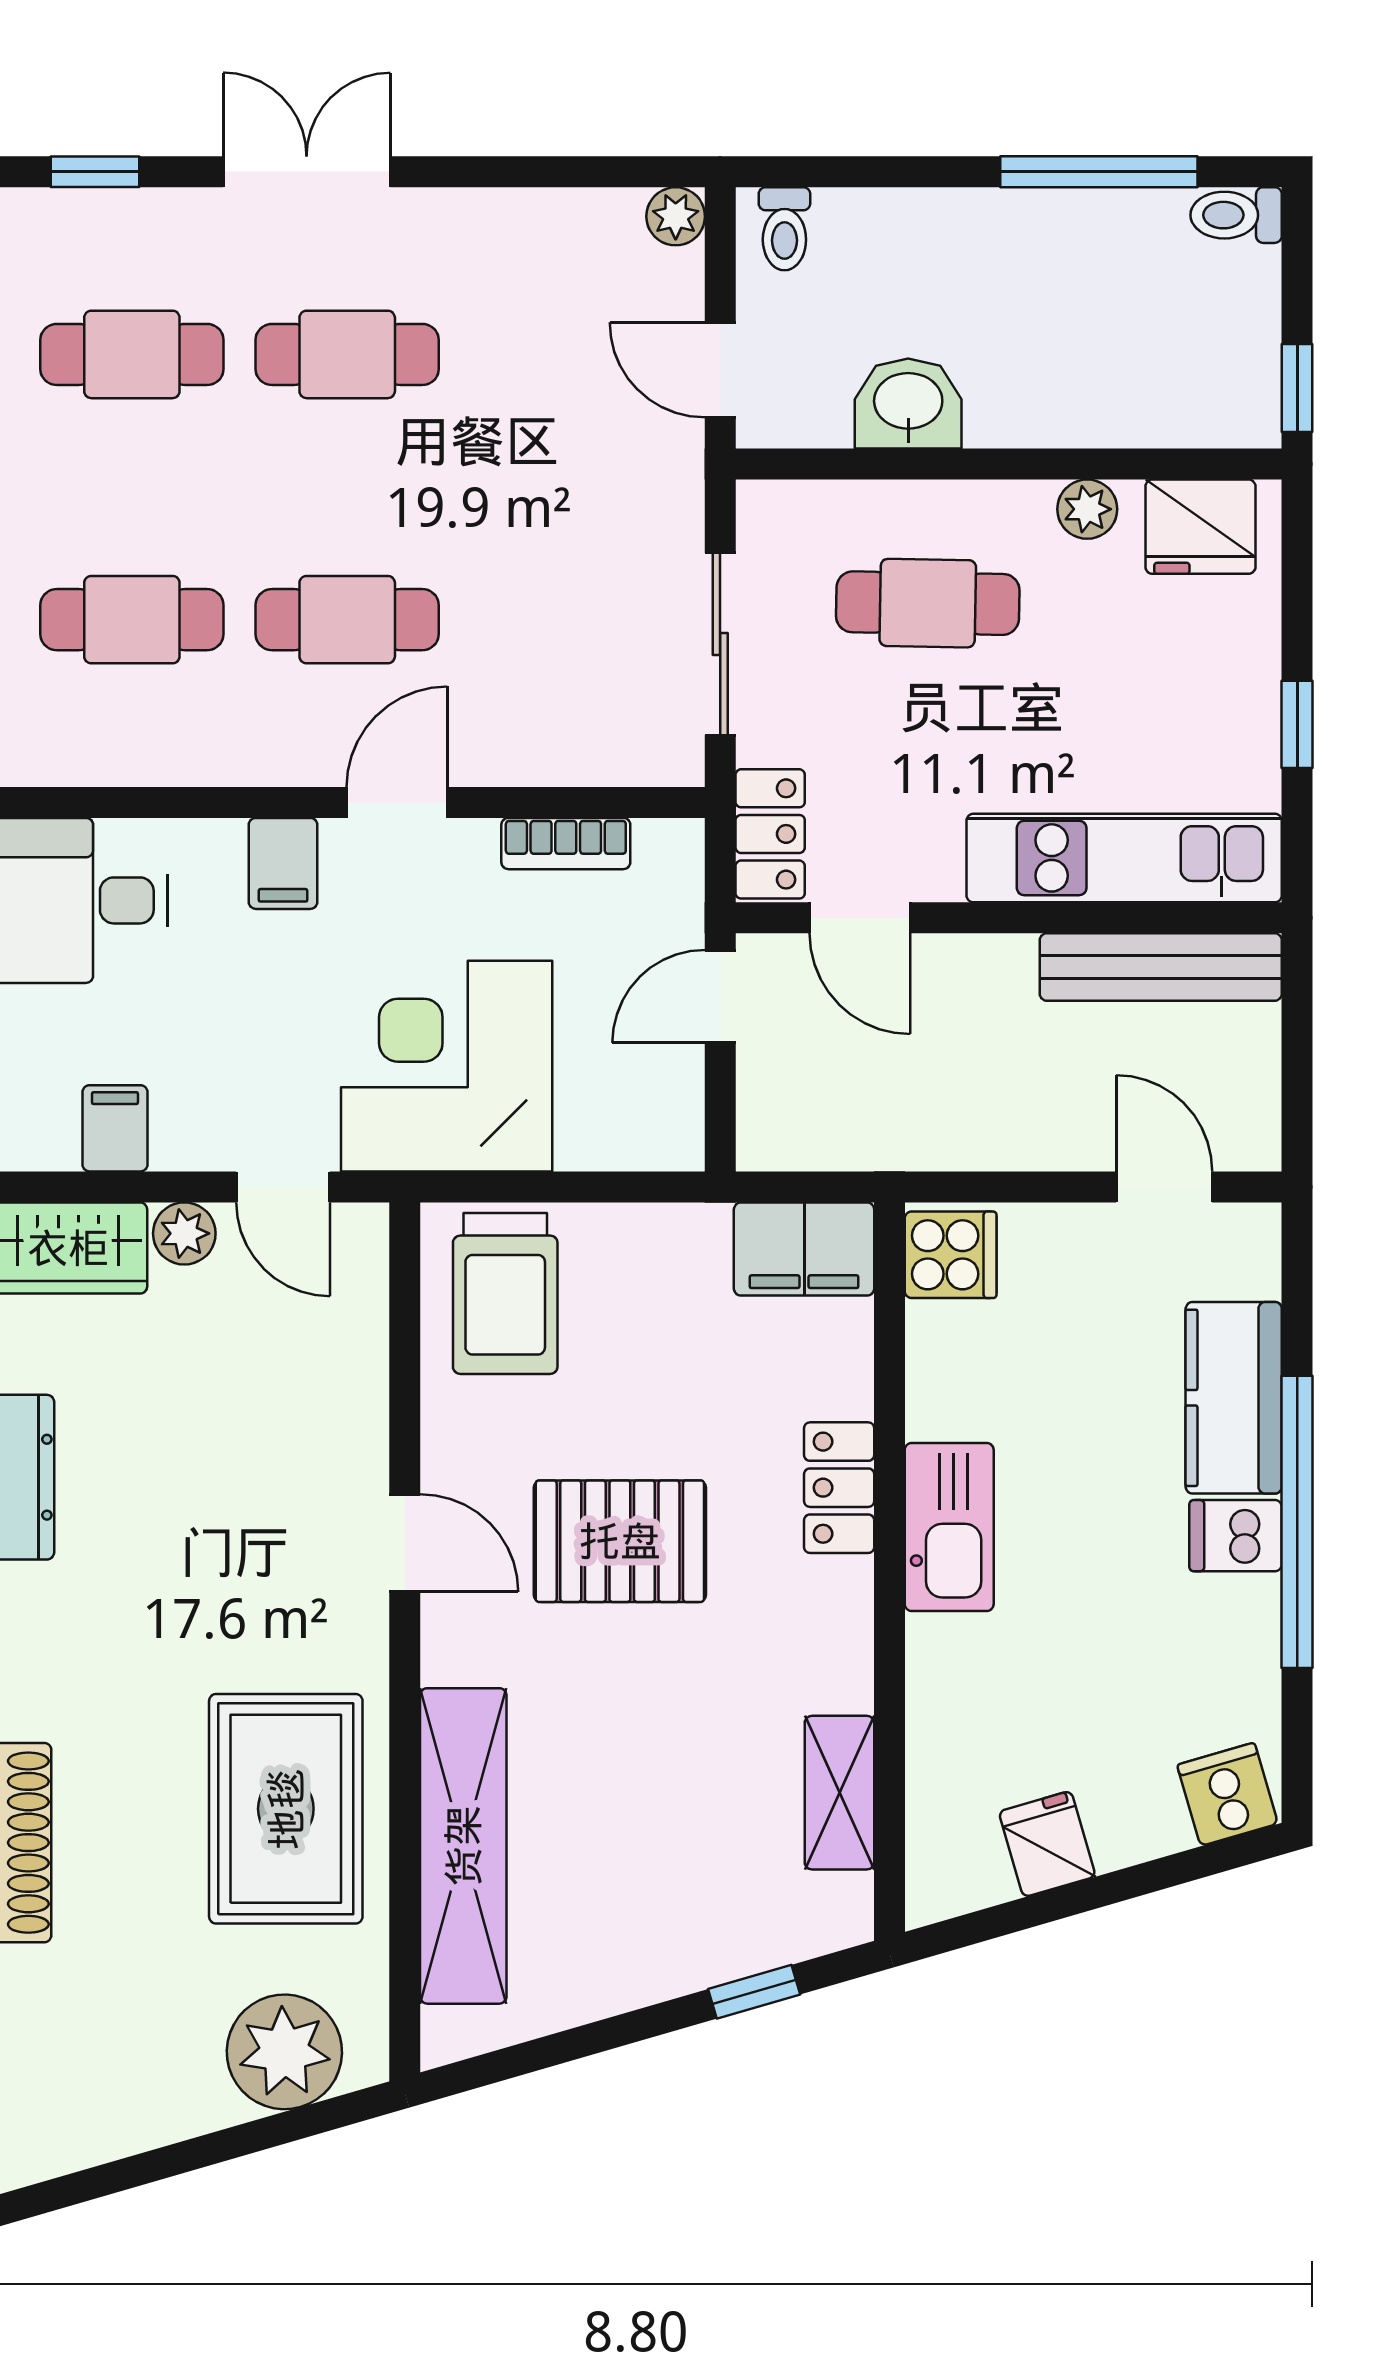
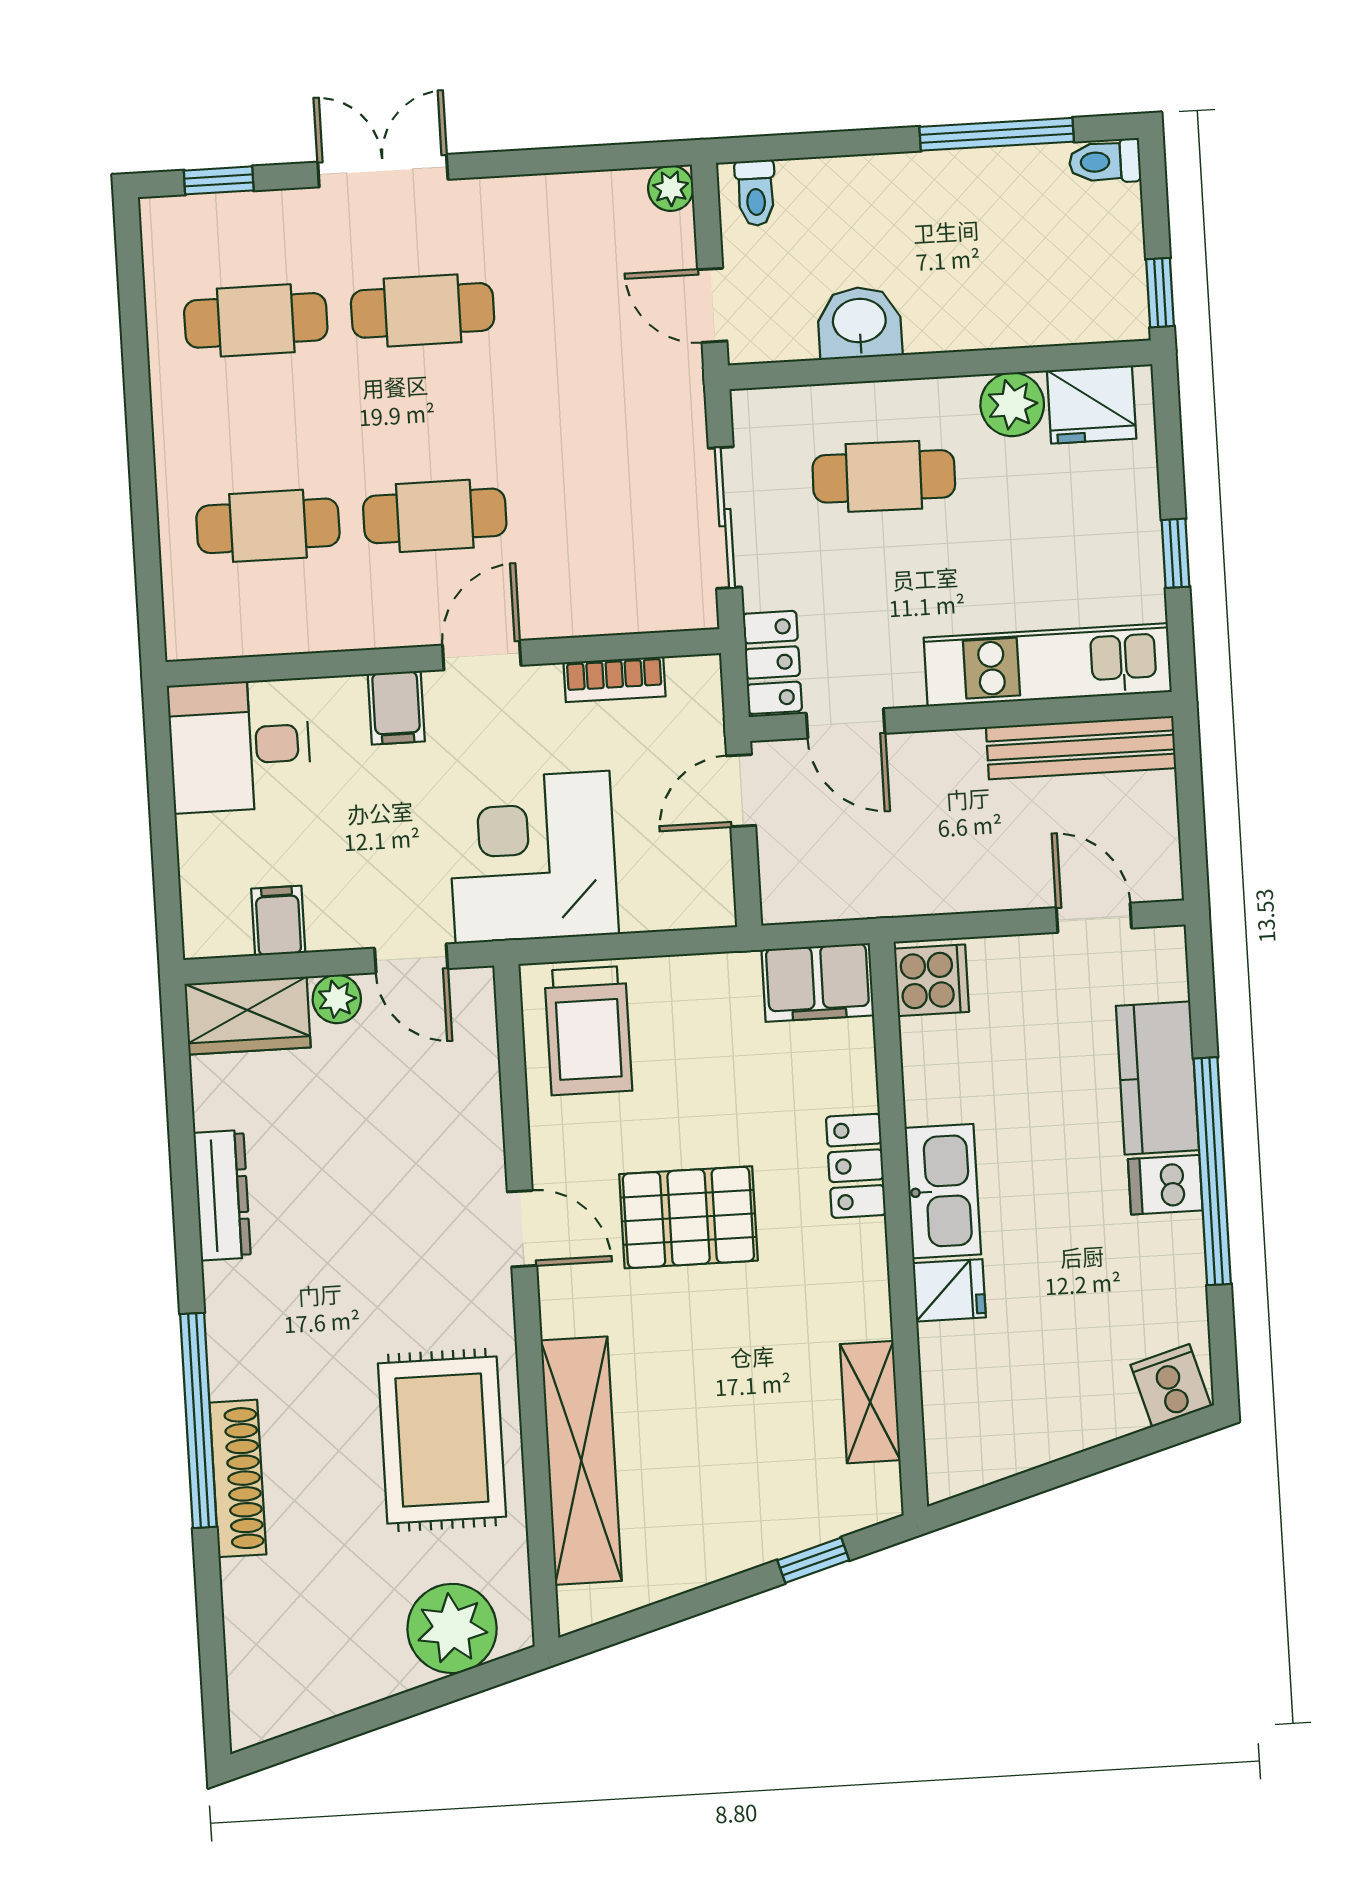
plant: (1087, 509) -> (1012, 404), width x1.38, depth x1.38
fridge: (1047, 1844) -> (949, 1290), moved, turned 106

